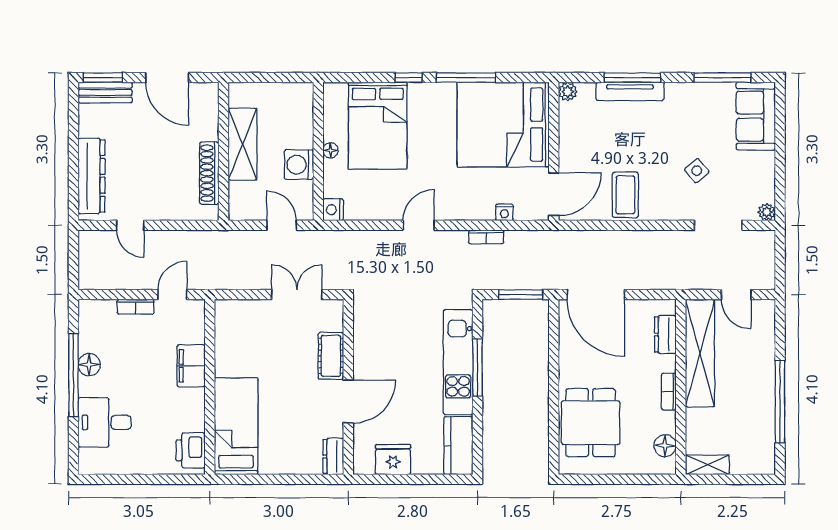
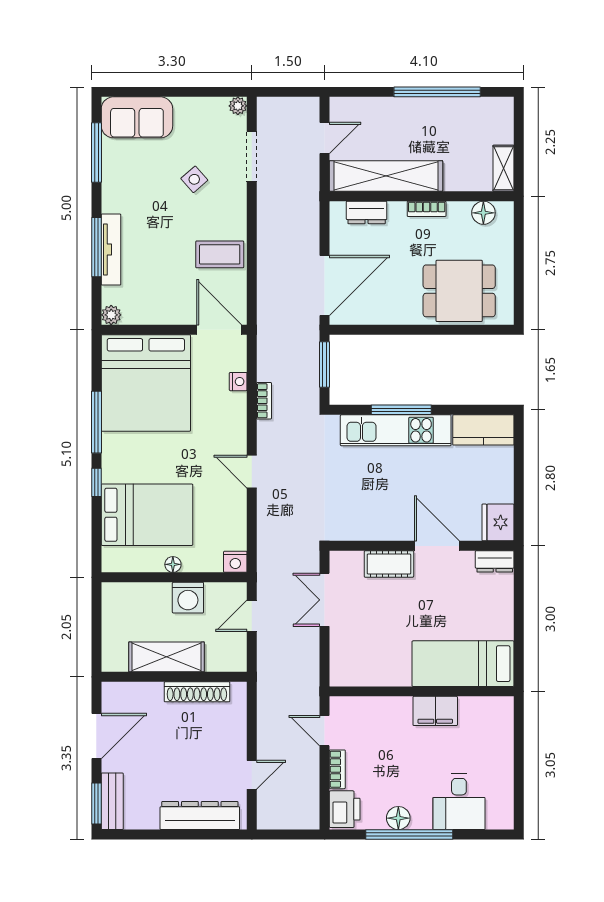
filing cabinet: (191, 366) -> (435, 711), moved
printer: (191, 450) -> (345, 809), moved, turned -90
fridge: (393, 460) -> (498, 522), moved

